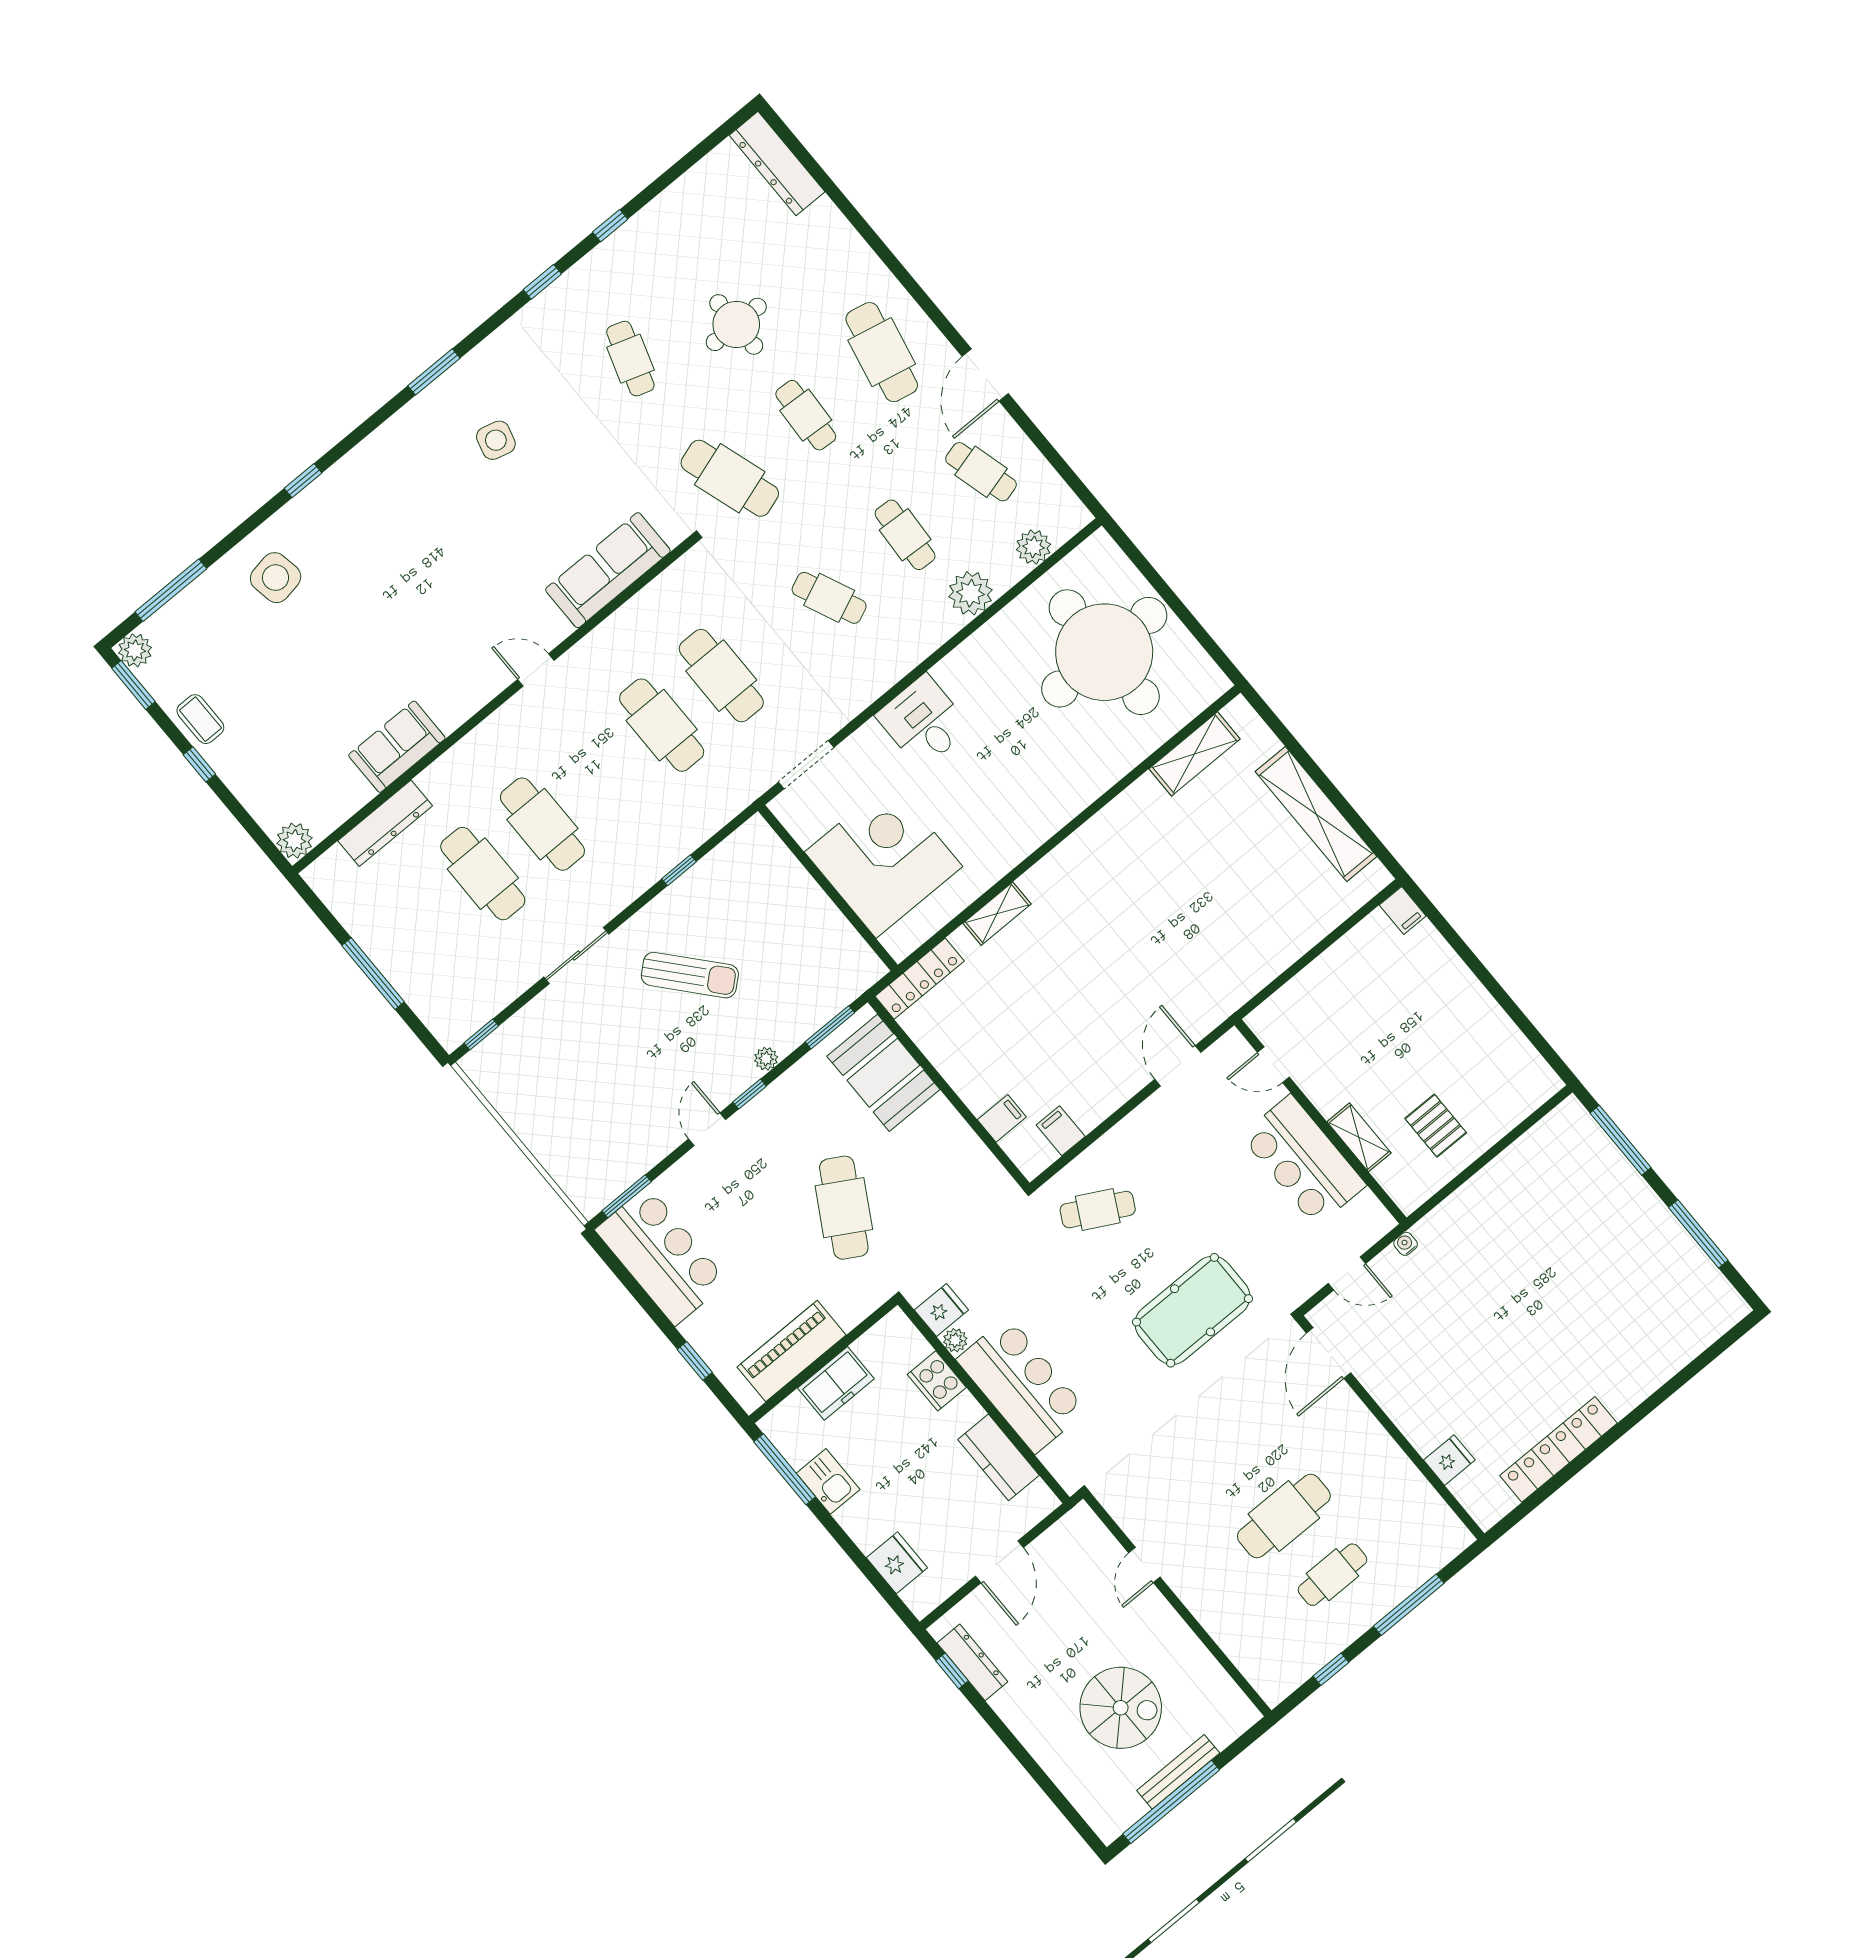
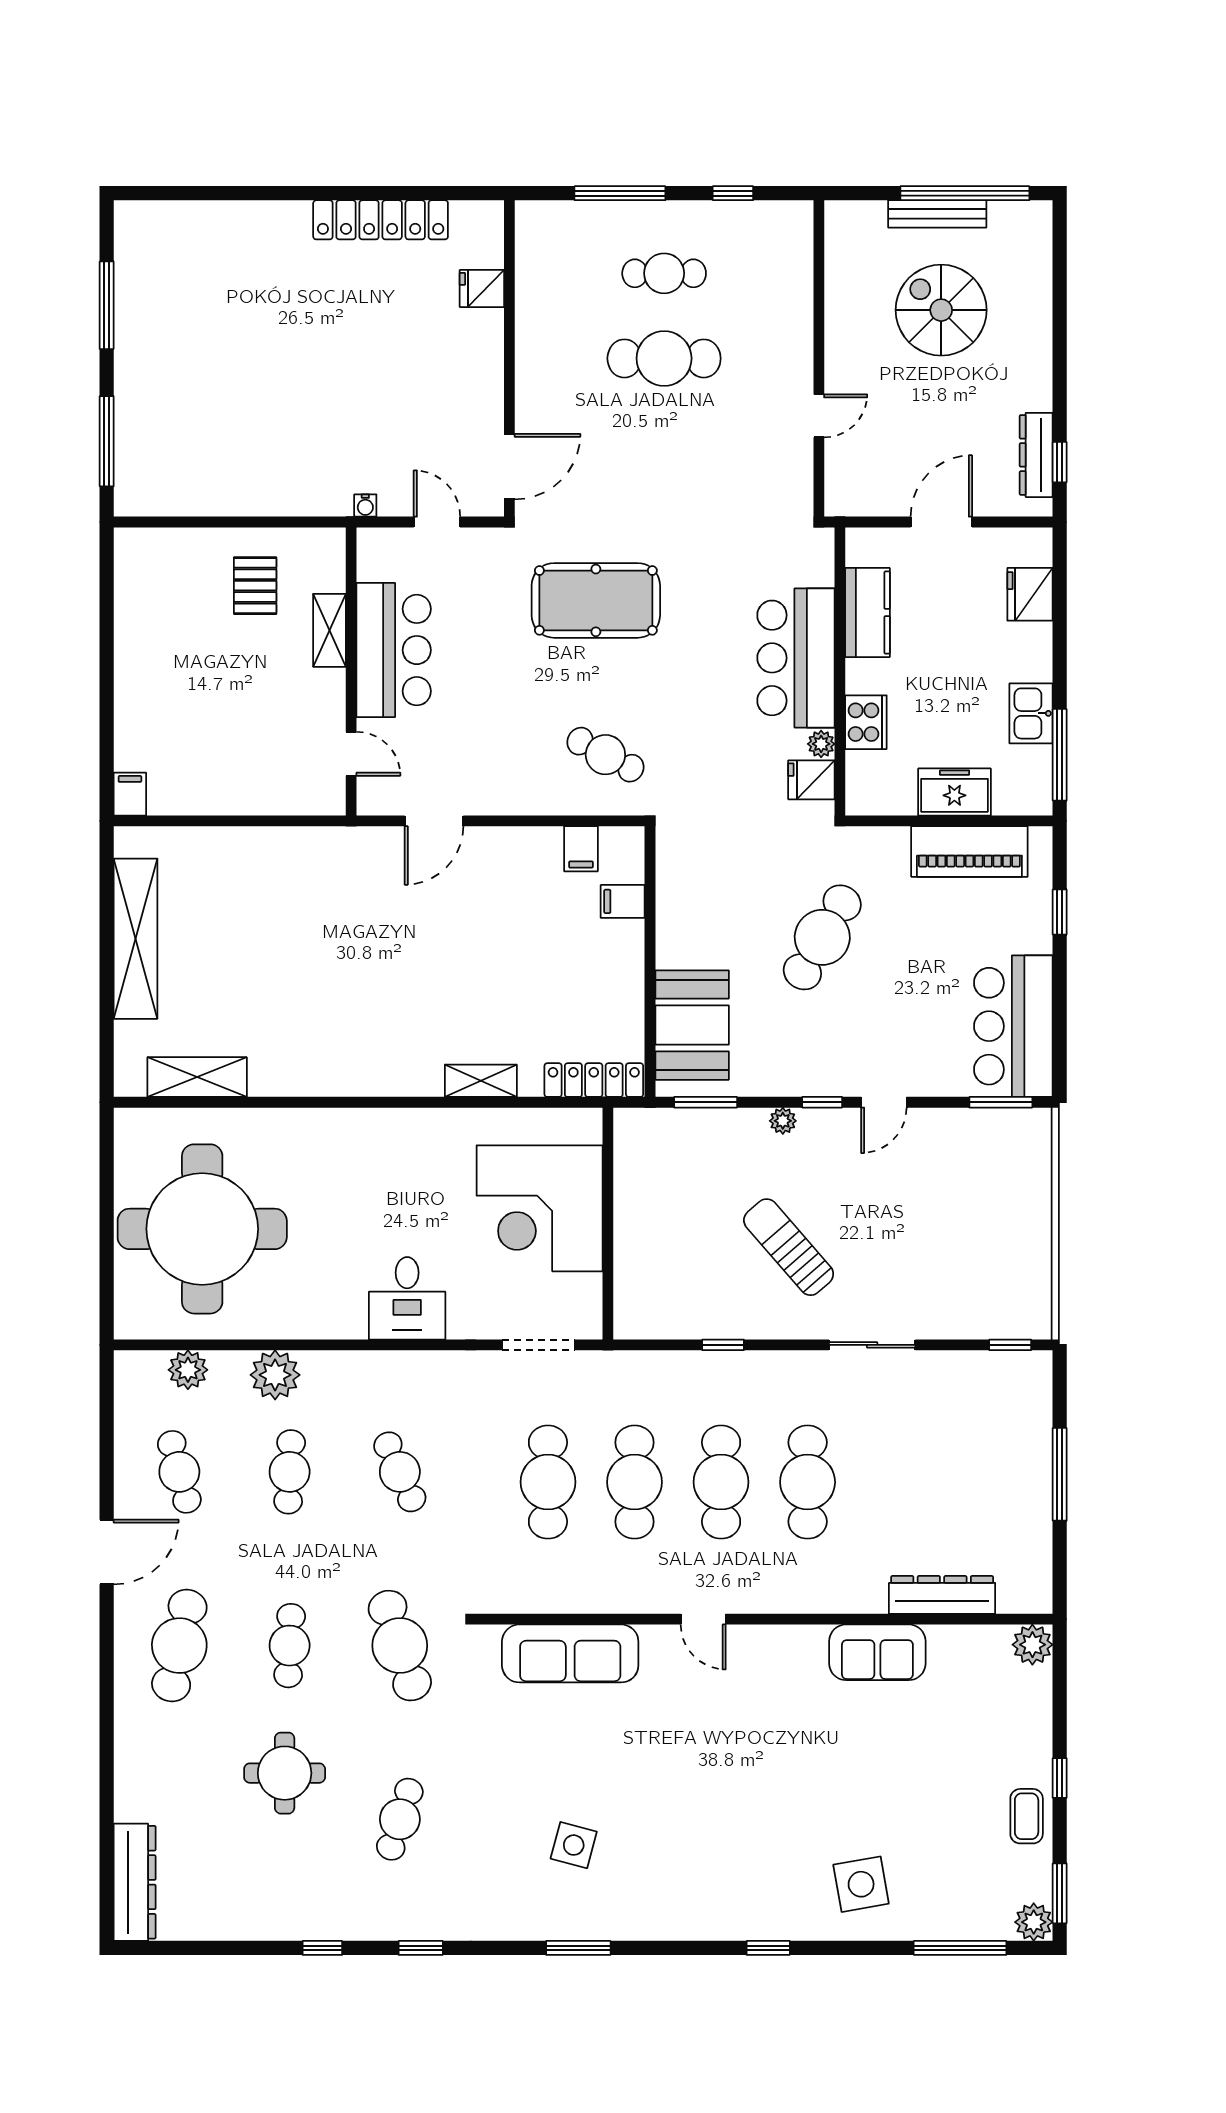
cafe table: (483, 874) -> (721, 1482), moved

